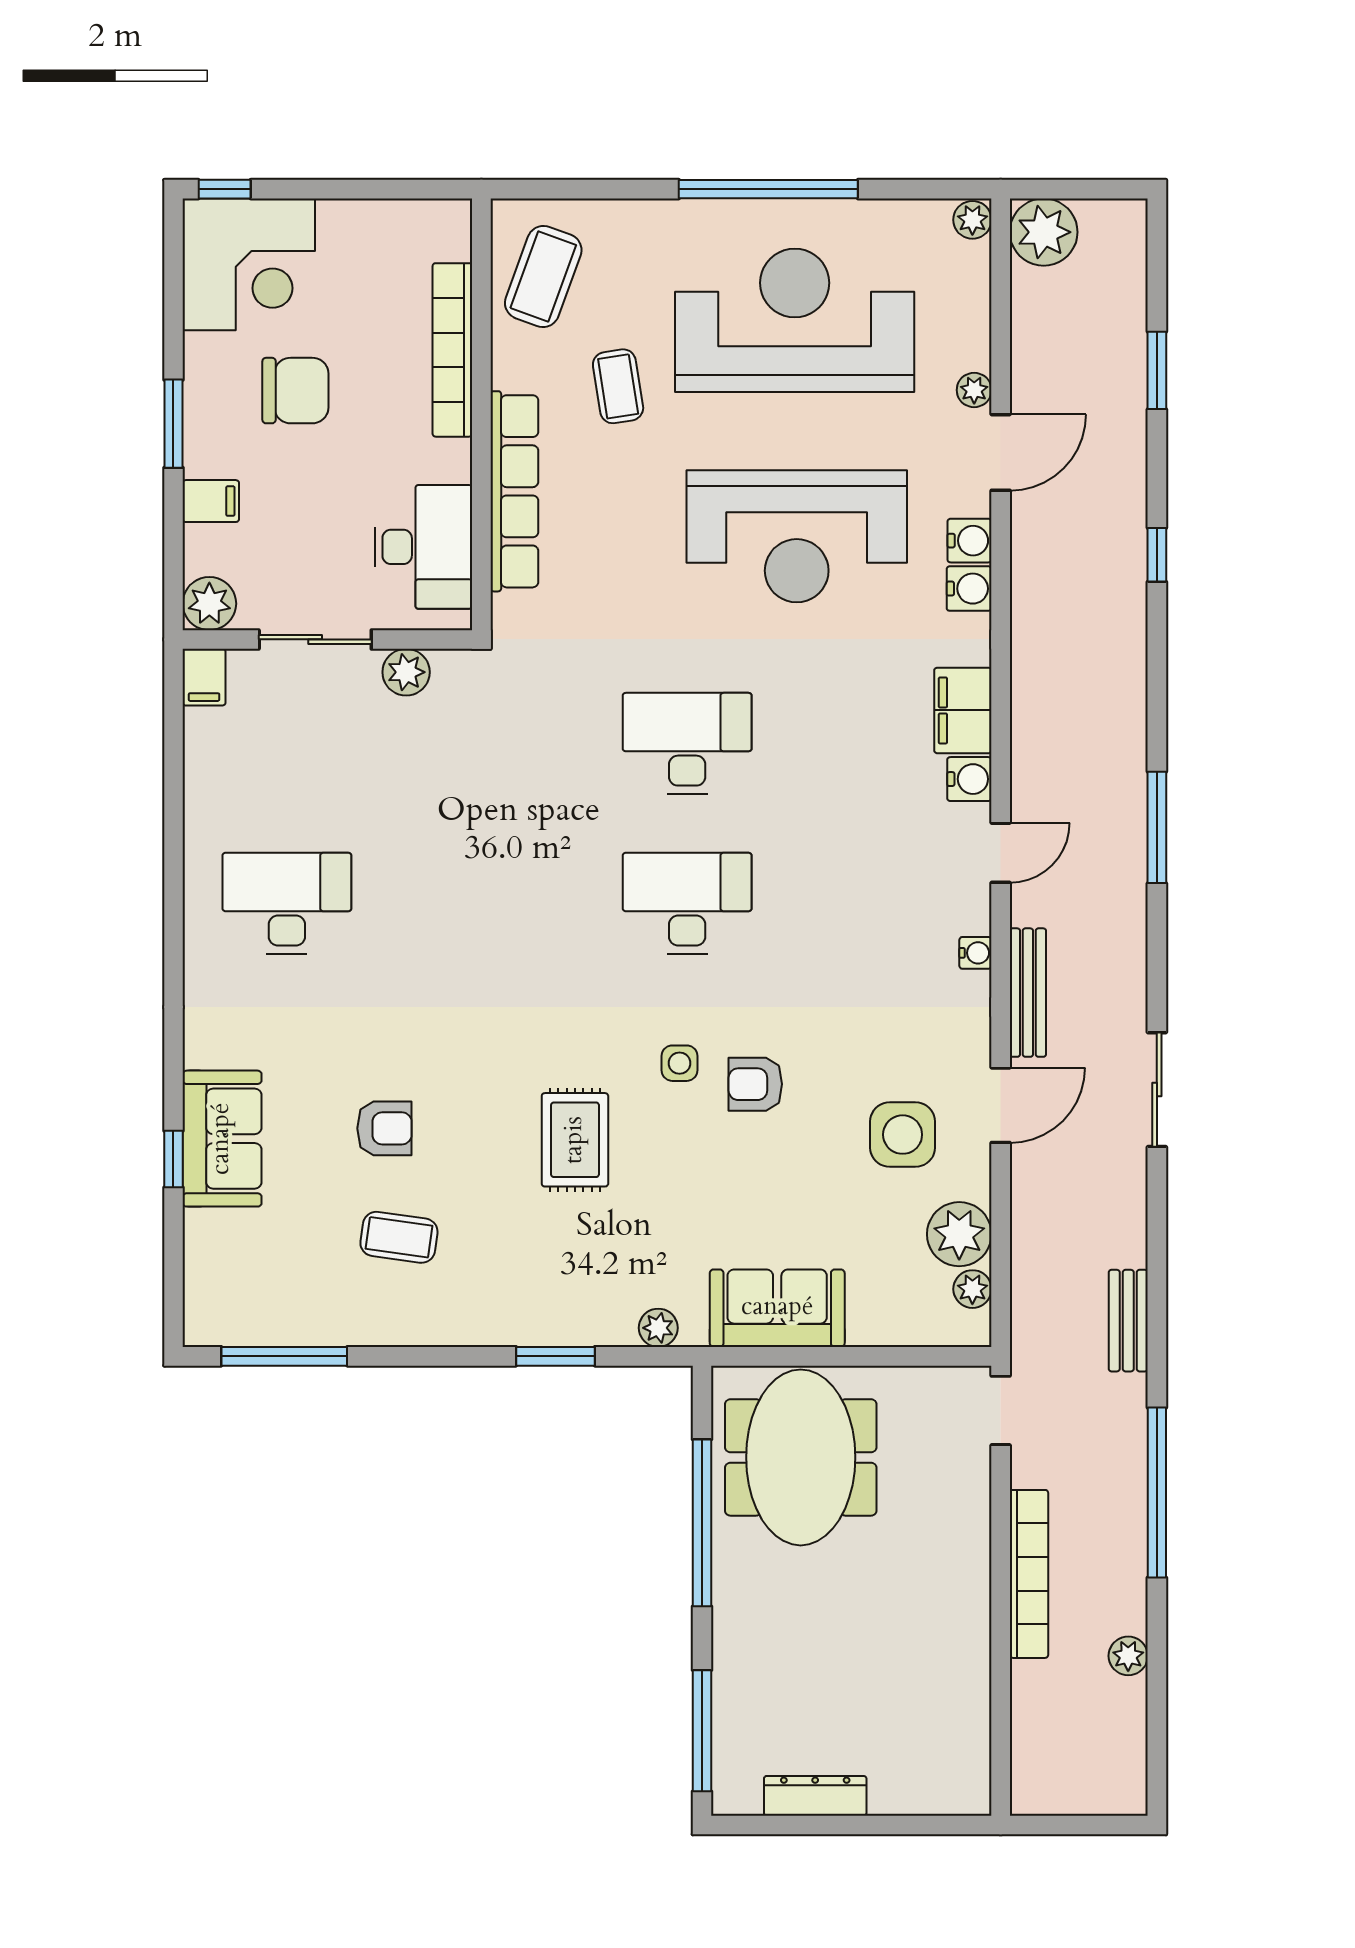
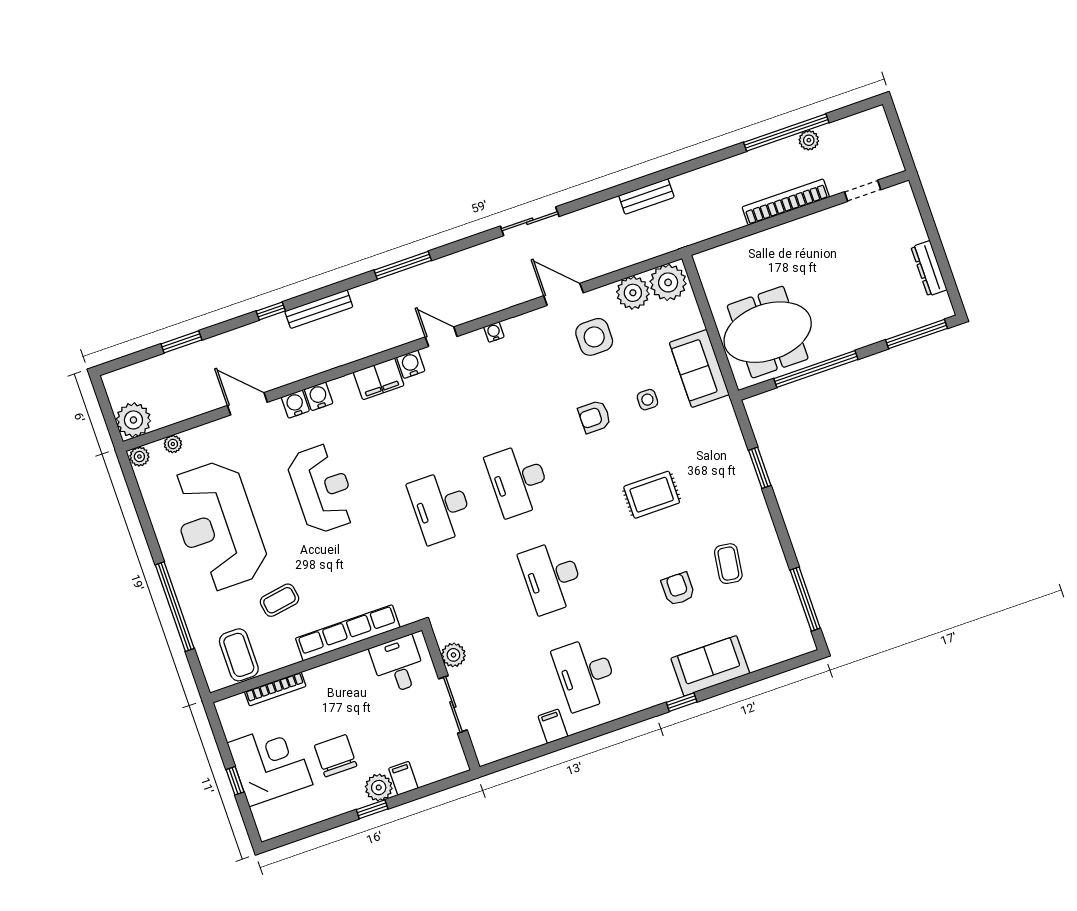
window: (225, 189) -> (235, 781), moved
window: (768, 189) -> (175, 607), moved
corner desk: (249, 264) -> (270, 764), moved
coffee table: (543, 276) -> (239, 655), turned 70
bookcase: (452, 350) -> (275, 689), width x0.68, depth x0.76
plant: (974, 390) -> (173, 444), moved
window: (173, 424) -> (372, 809), width x0.67
reception desk: (797, 536) -> (322, 489), width x0.74, depth x0.77
desk: (423, 547) -> (398, 665), width x0.73
plant: (209, 604) -> (379, 788), moved
filing cabinet: (204, 677) -> (553, 726), moved, turned -90
desk: (487, 903) -> (552, 577), added
bench: (1028, 993) -> (319, 309), moved
side table: (680, 1063) -> (647, 400), moved
armchair: (755, 1084) -> (594, 417), turned 90
window: (173, 1159) -> (682, 702), moved
plant: (972, 1289) -> (668, 282), width x1.88, depth x1.88
plant: (658, 1328) -> (729, 423), removed
doorway: (1001, 1410) -> (863, 191), moved
window: (1157, 1493) -> (786, 132), moved

